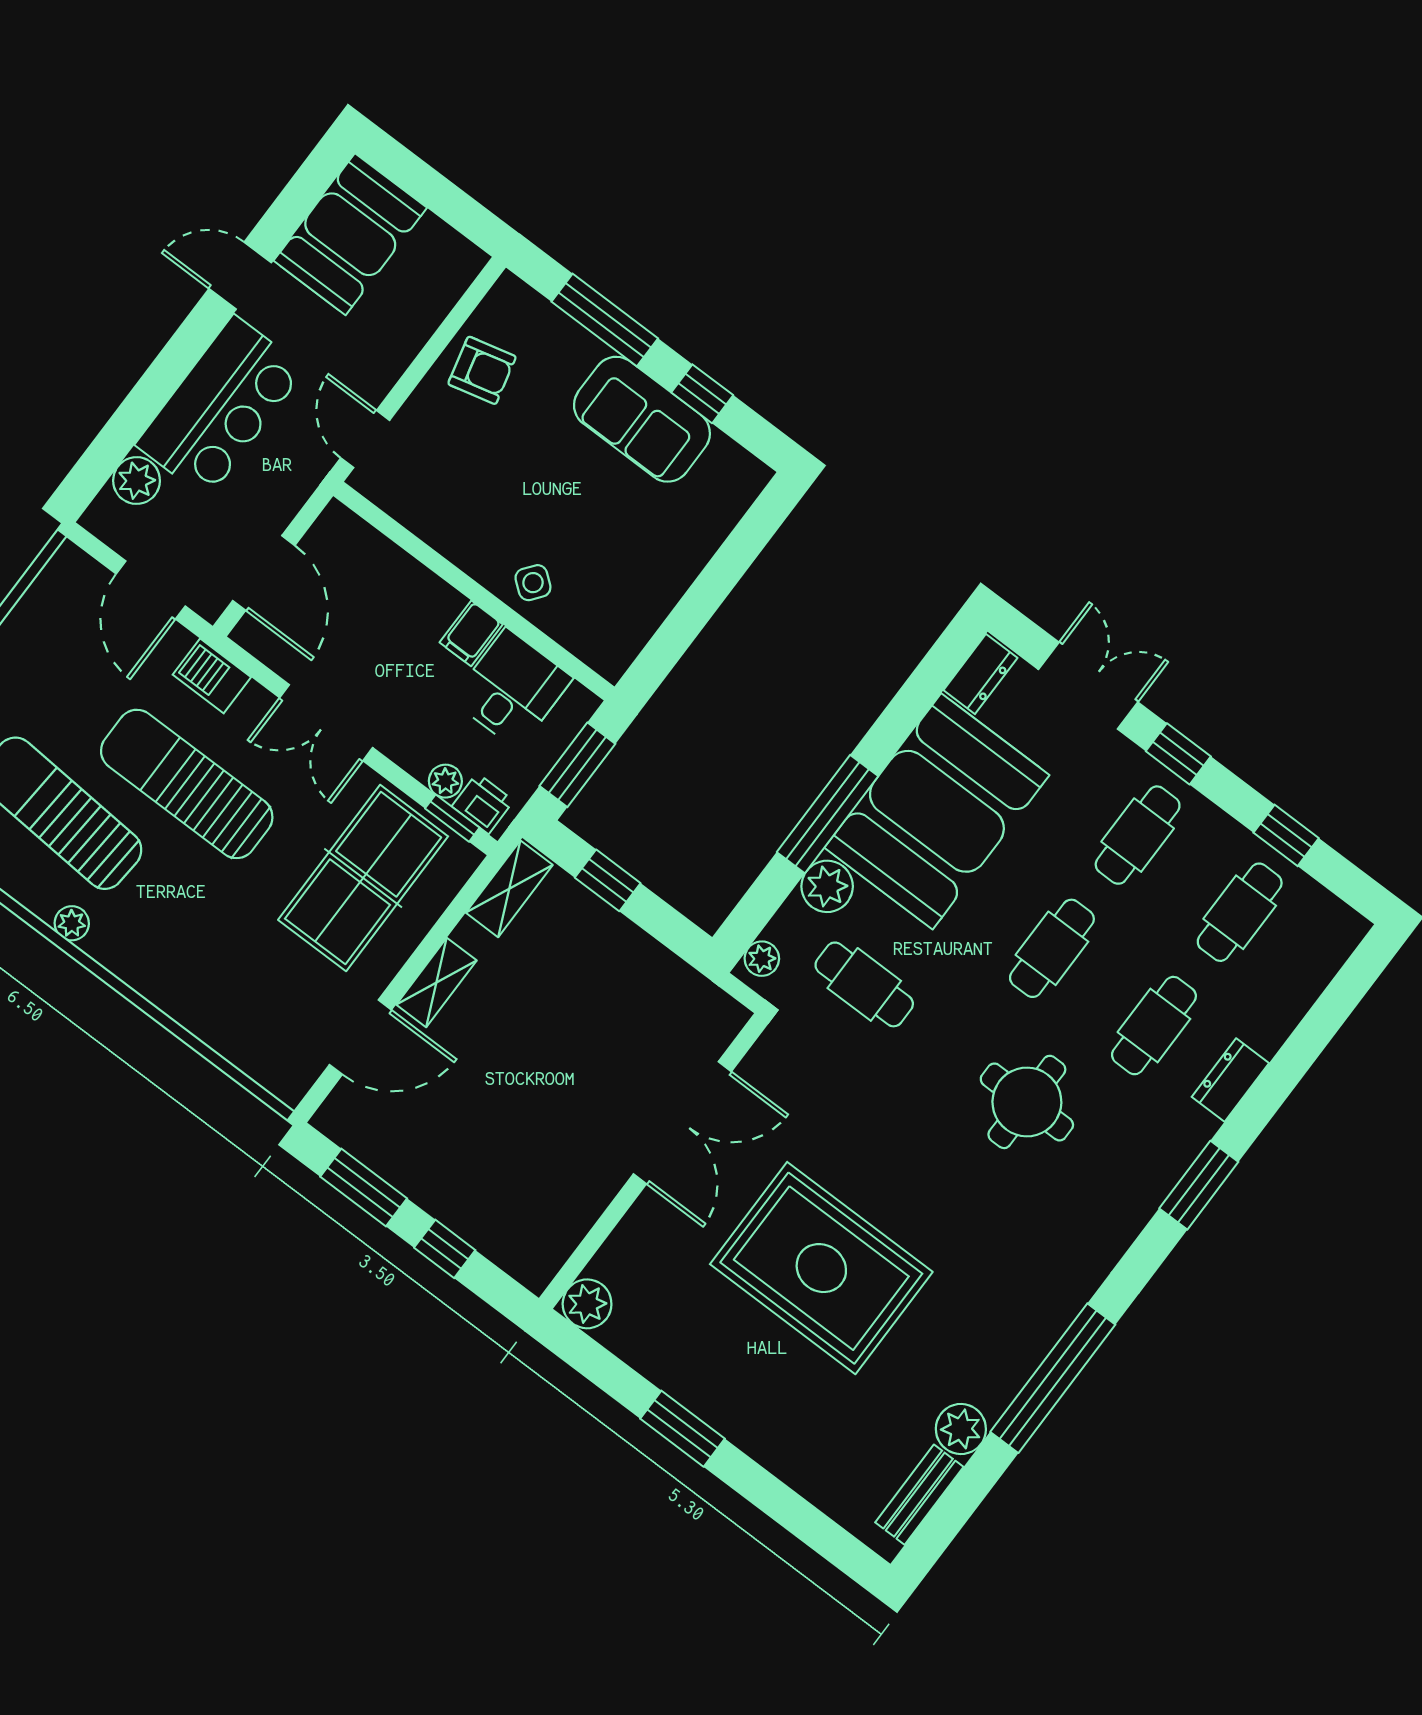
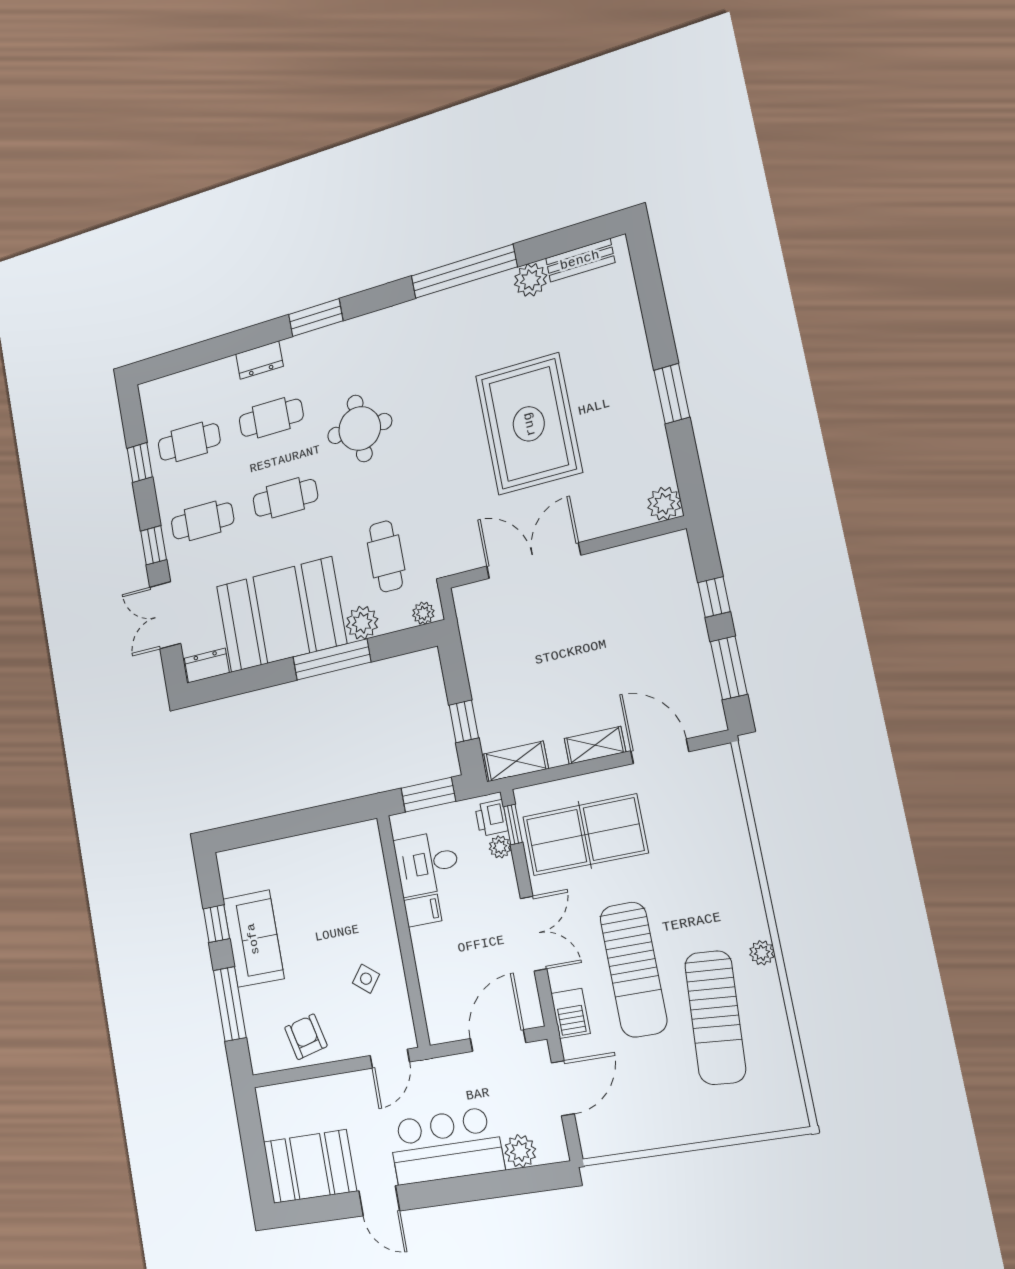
side table: (533, 583) -> (366, 979), moved

